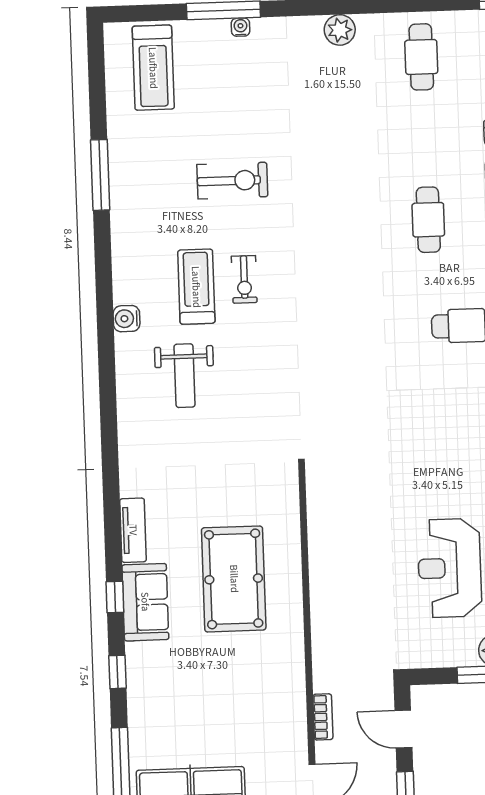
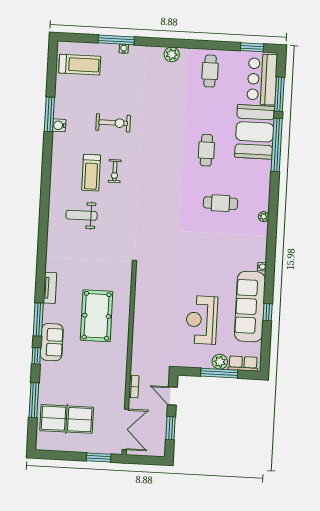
treadmill: (153, 68) -> (80, 65), turned -90
treadmill: (196, 287) -> (91, 173), turned 180
water cooler: (126, 319) -> (59, 125), moved
weight bench: (184, 376) -> (82, 215), turned 90
window: (115, 597) -> (38, 319), width x2.17
sofa: (145, 602) -> (52, 342), moved

